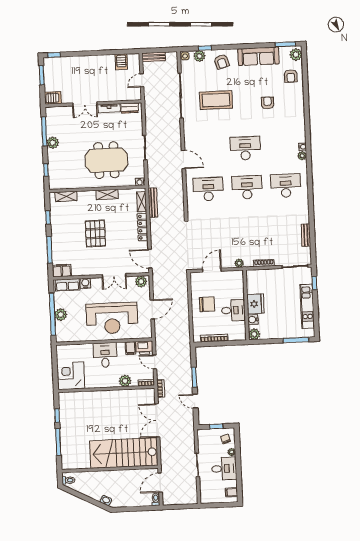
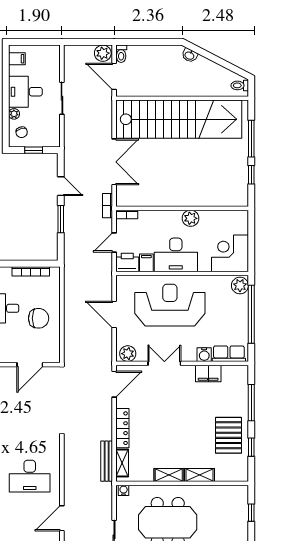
door: (183, 160) -> (62, 518), hinge flipped
shelving: (66, 196) -> (200, 475), moved
pallet: (95, 233) -> (229, 435), moved
door: (150, 259) -> (114, 384), hinge flipped
filing cabinet: (62, 271) -> (208, 373), moved
chair: (207, 304) -> (39, 318), turned 180
door: (152, 309) -> (114, 315), hinge flipped
plant: (61, 315) -> (240, 285), moved
desk: (105, 355) -> (176, 255), width x1.37
door: (155, 362) -> (114, 242), swing flipped
corner desk: (71, 376) -> (230, 253), moved, turned 180
plant: (125, 381) -> (191, 218), moved
stairs: (124, 453) -> (179, 119), width x1.36
door: (160, 483) -> (114, 76), swing flipped
plant: (169, 499) -> (103, 53), added

